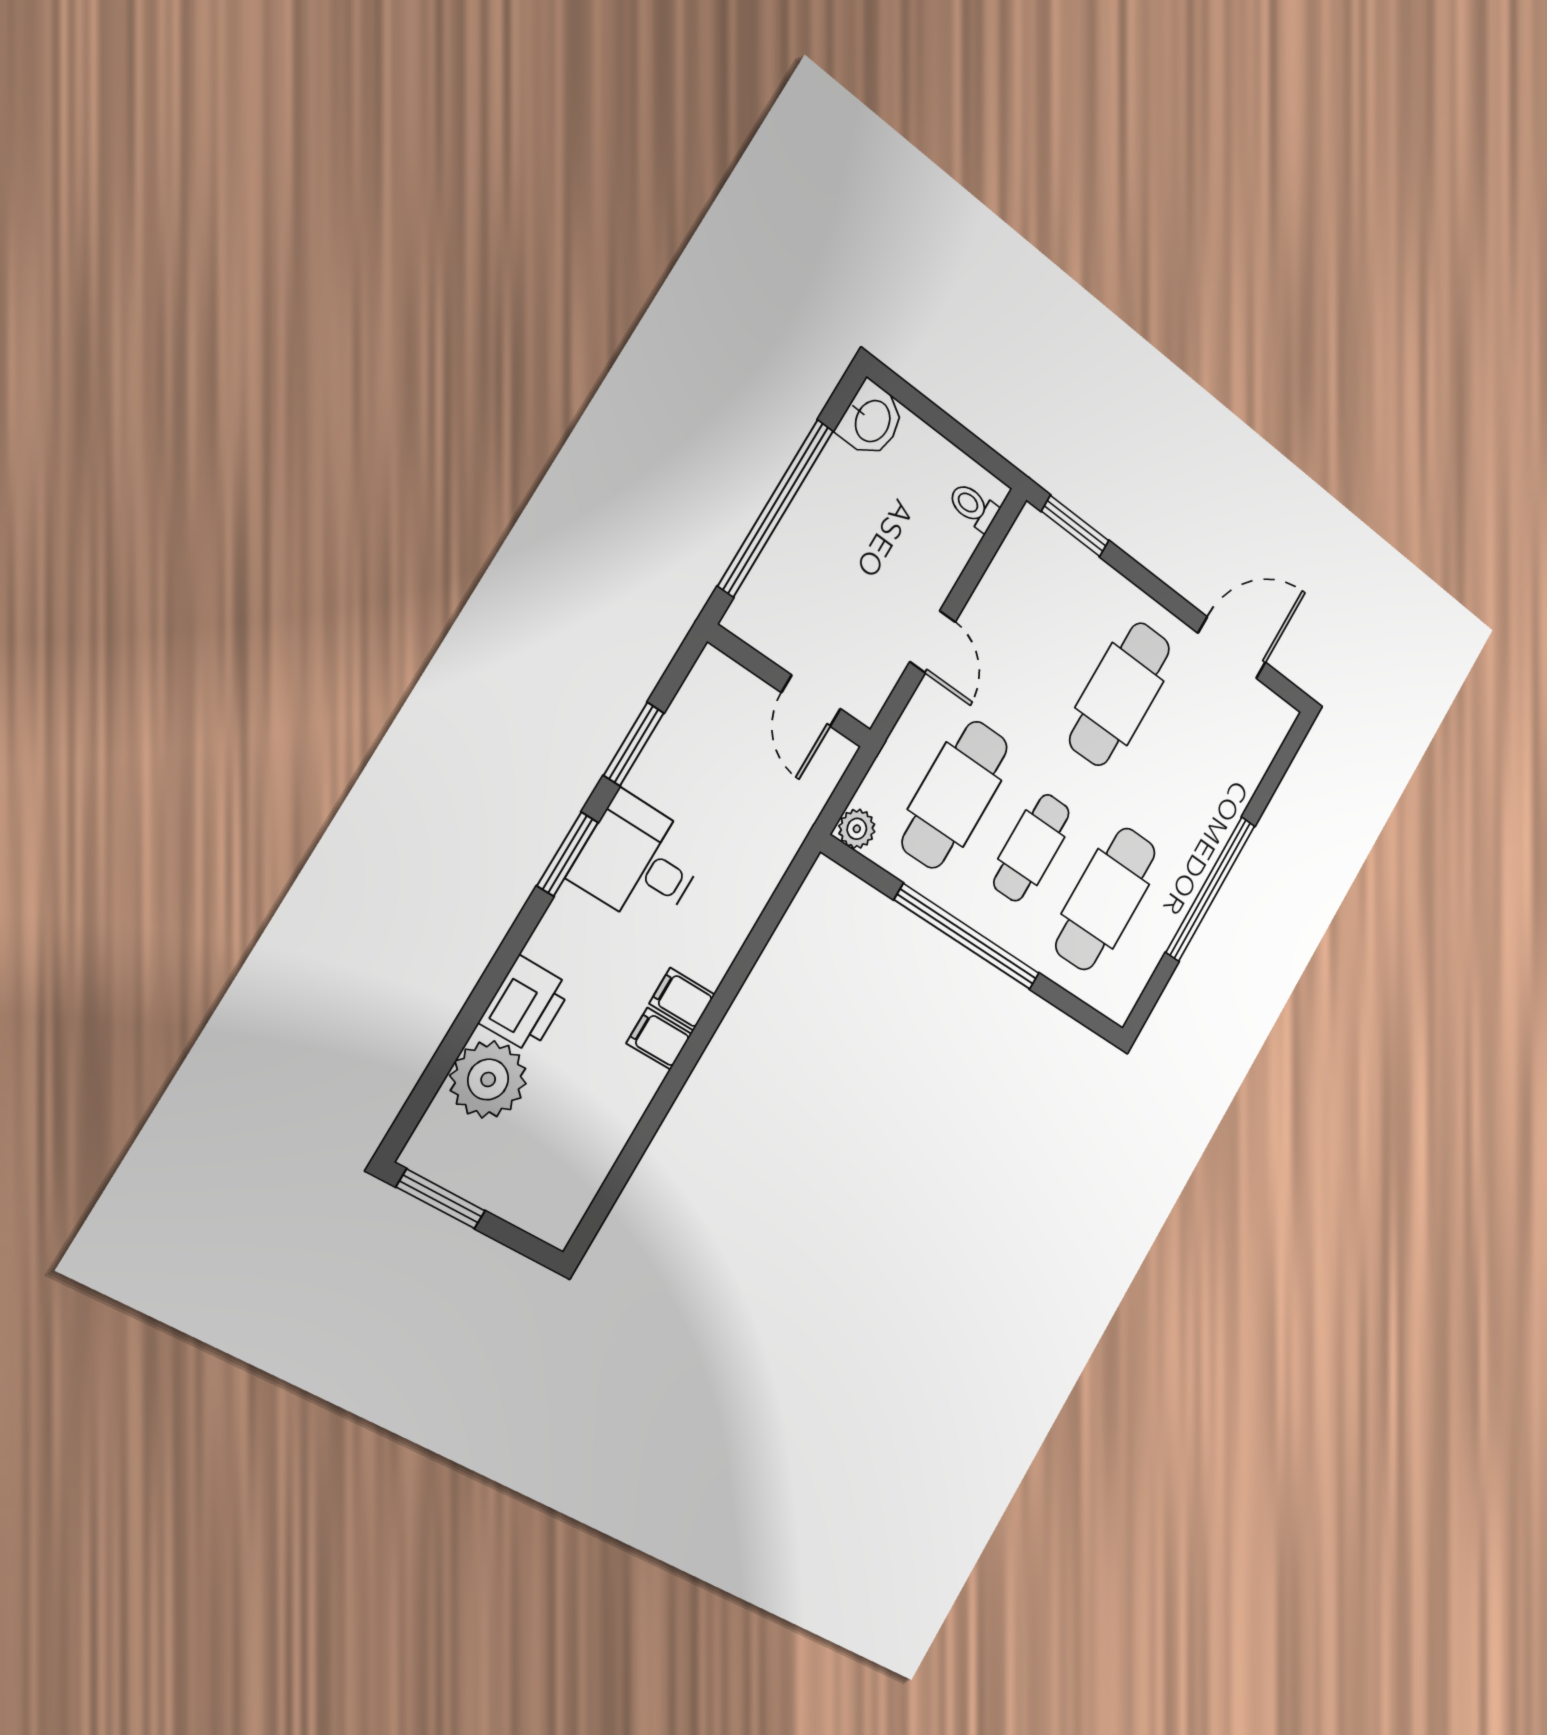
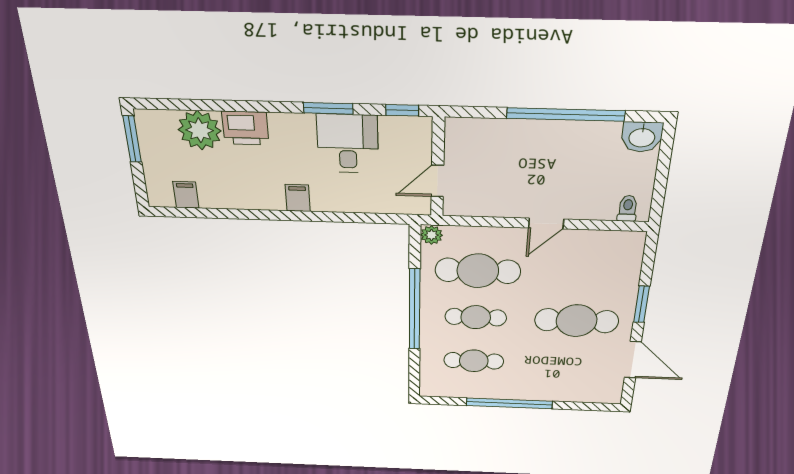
window: (1075, 526) -> (642, 304), moved
wall: (790, 686) -> (438, 167), moved
door: (811, 701) -> (437, 181), moved
window: (634, 744) -> (402, 110), width x0.67
cafe table: (1105, 899) -> (474, 361), width x0.73, depth x0.74
filing cabinet: (659, 1039) -> (186, 195), moved

